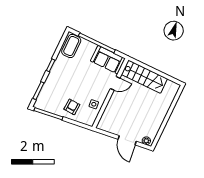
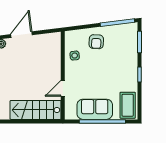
sofa: (108, 60) -> (95, 109), moved
door: (127, 140) -> (21, 35), hinge flipped

